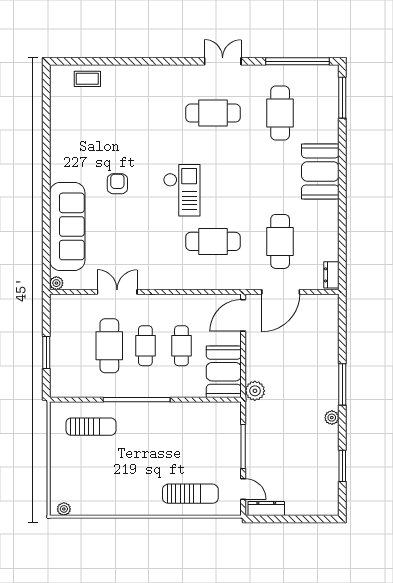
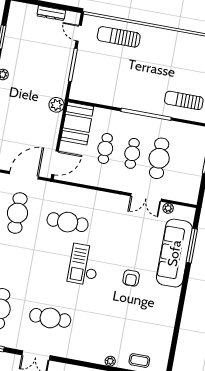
plant: (125, 71) -> (110, 361), added
window: (46, 240) -> (192, 246), added
plant: (56, 283) -> (168, 208), moved
dresser: (266, 508) -> (51, 13), moved

